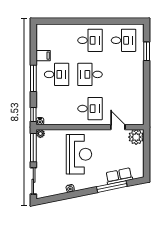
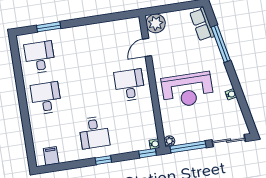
filing cabinet: (43, 56) -> (51, 156), moved
desk: (57, 74) -> (94, 133), turned 180
desk: (90, 74) -> (88, 92), removed
window: (33, 78) -> (103, 160), width x0.46
reception desk: (79, 154) -> (187, 90), turned 180
row of seats: (119, 176) -> (202, 24), moved

